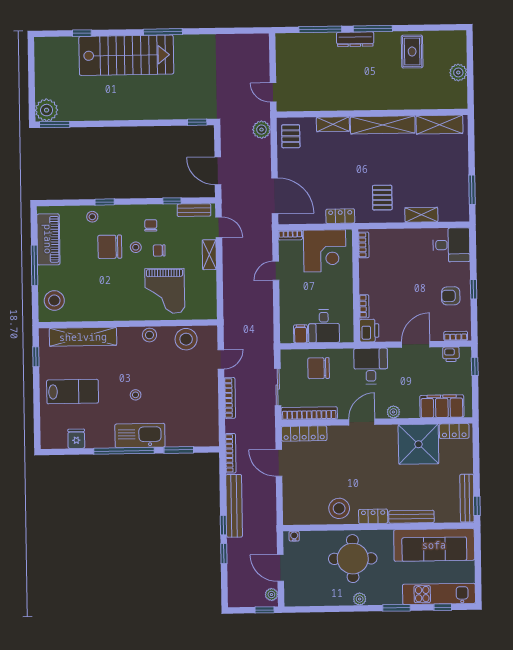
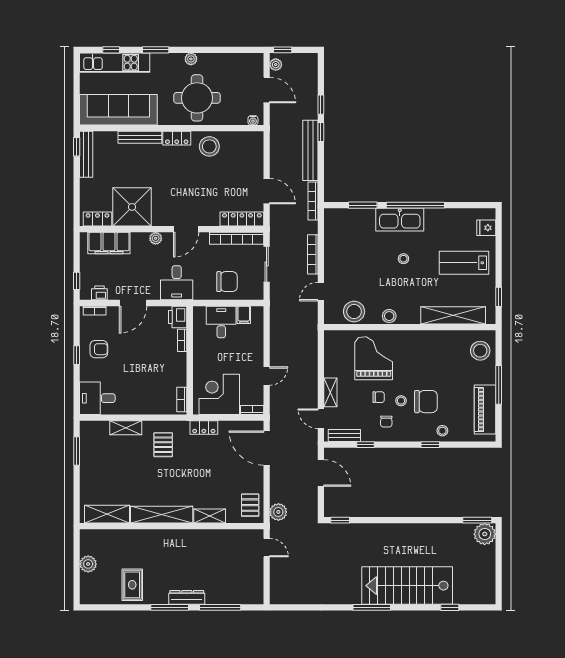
fridge: (76, 439) -> (486, 228), moved, turned 90

